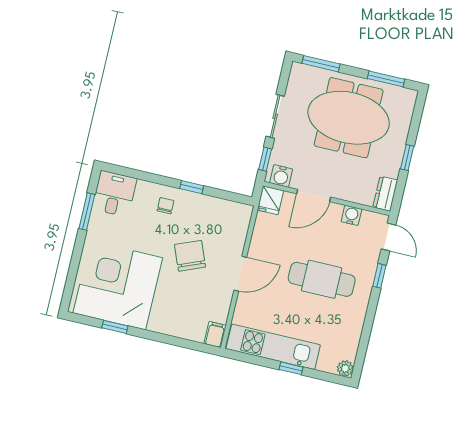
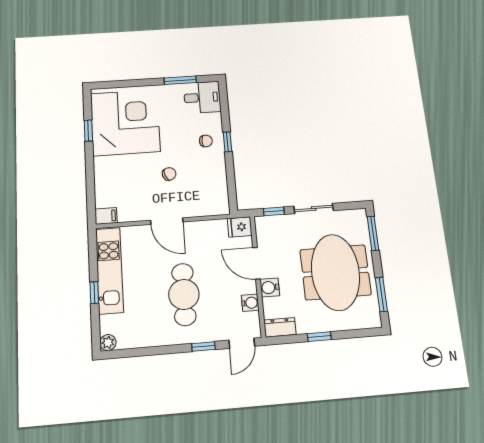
water cooler: (281, 176) -> (270, 287), moved
window: (192, 187) -> (227, 142), moved
chair: (190, 256) -> (169, 174), width x0.54, depth x0.54

